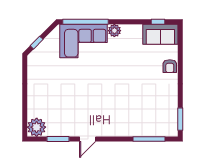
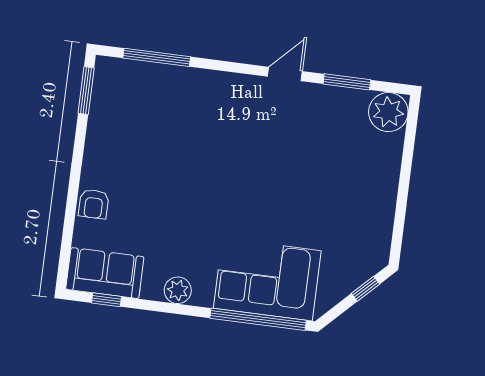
plant: (114, 31) -> (178, 290), moved
armchair: (170, 66) -> (94, 204), turned 180

